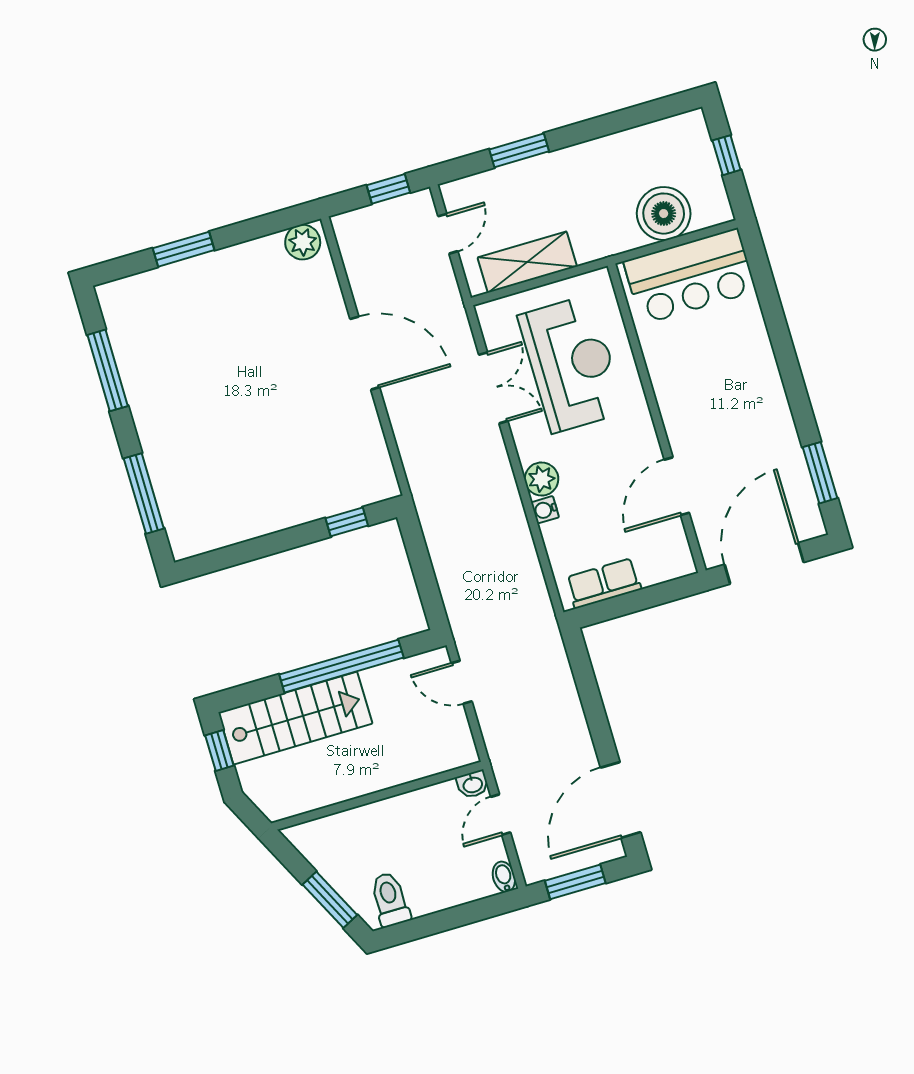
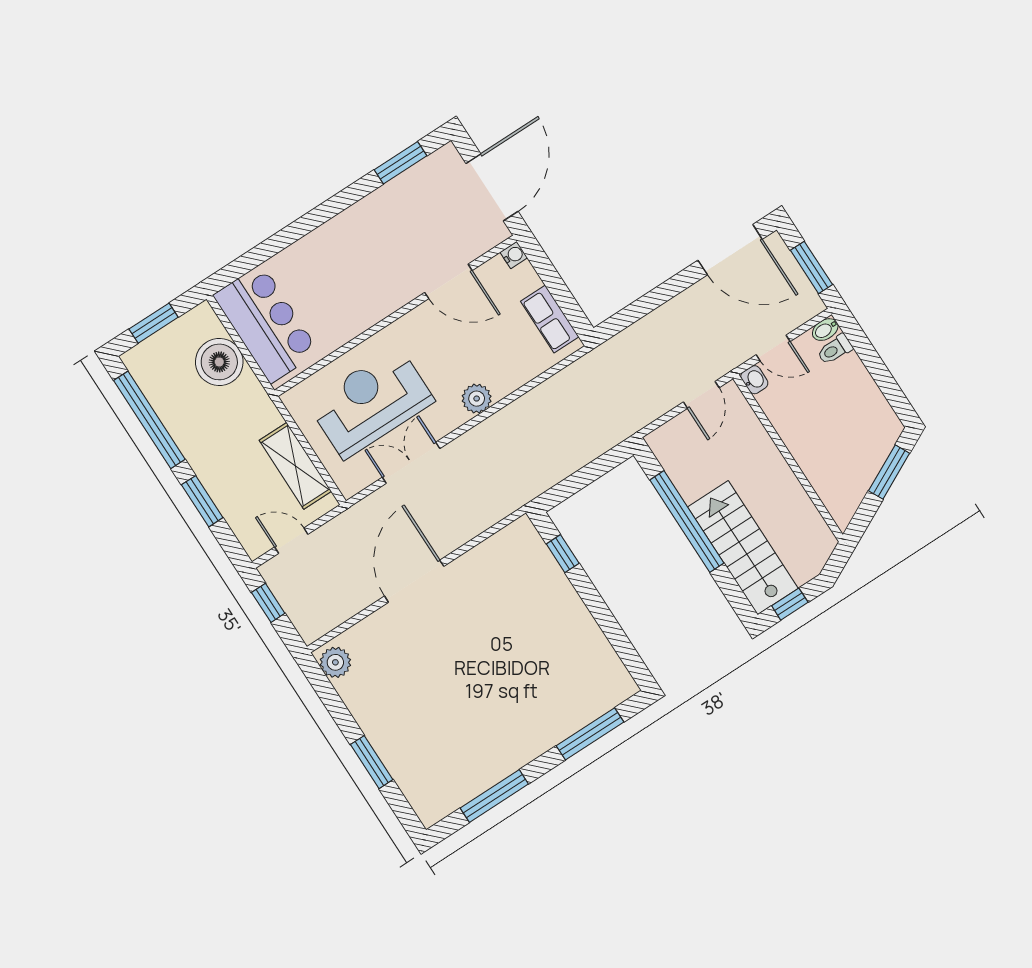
window: (624, 120) -> (149, 420), added
window: (727, 155) -> (154, 323), width x1.50
water cooler: (545, 510) -> (514, 255), moved, turned -90
door: (764, 563) -> (492, 187), swing flipped
door: (462, 682) -> (701, 395), moved
toilet: (390, 899) -> (835, 349), moved, width x0.73, depth x0.72

